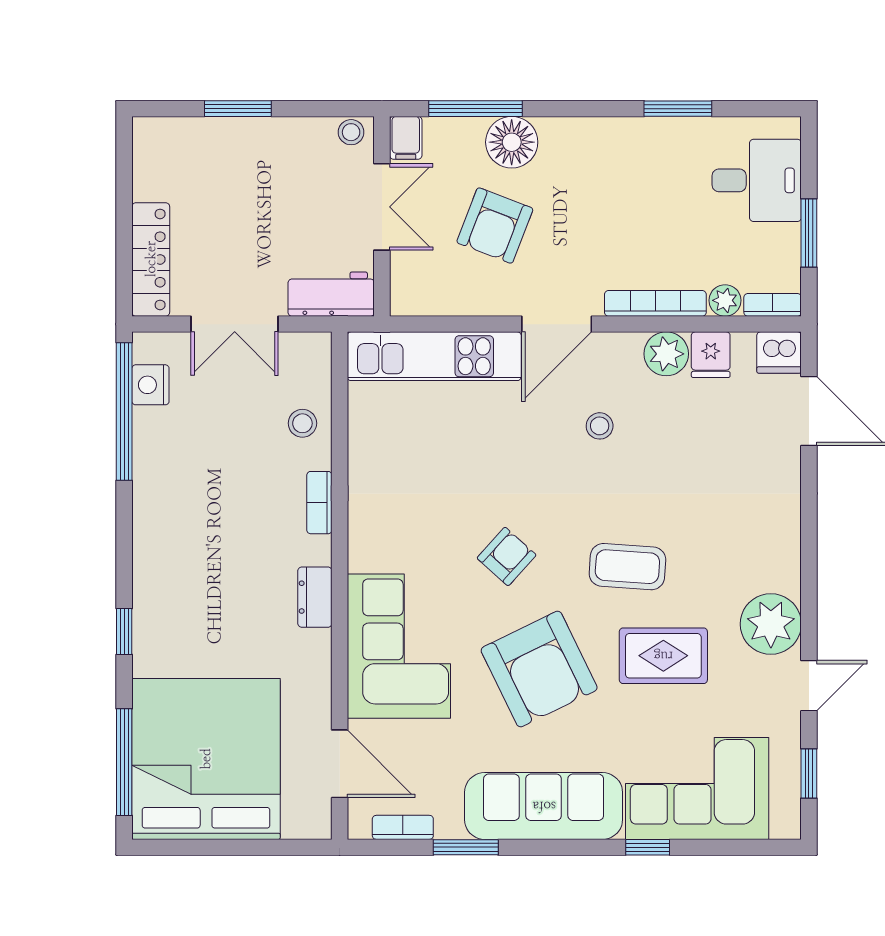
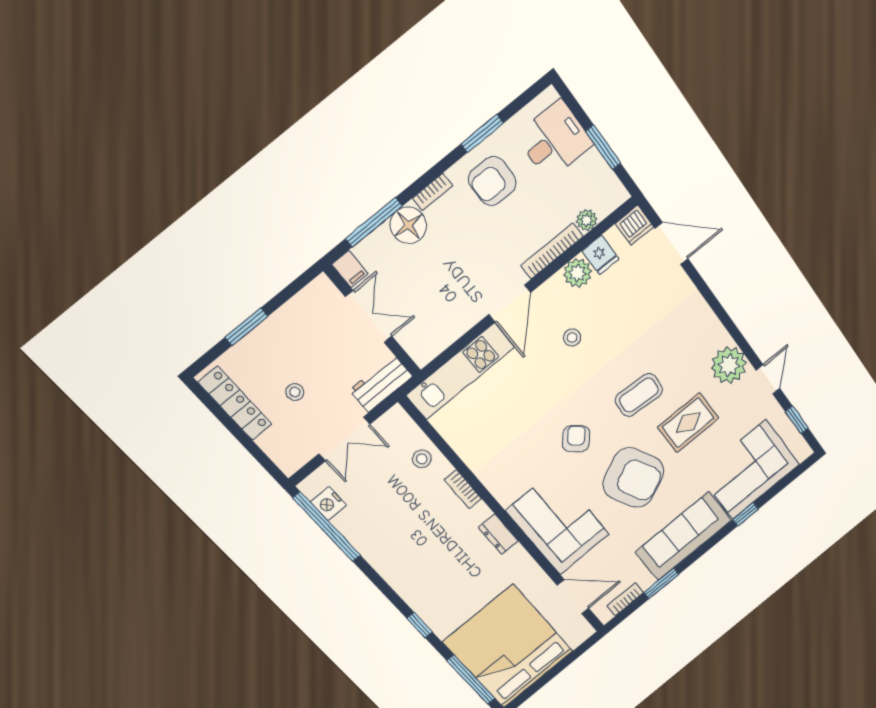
stool: (351, 132) -> (295, 392), moved
armchair: (495, 226) -> (492, 181), moved, turned 69
locker: (151, 259) -> (235, 403), moved
bookcase: (773, 305) -> (433, 192), moved, turned 180

